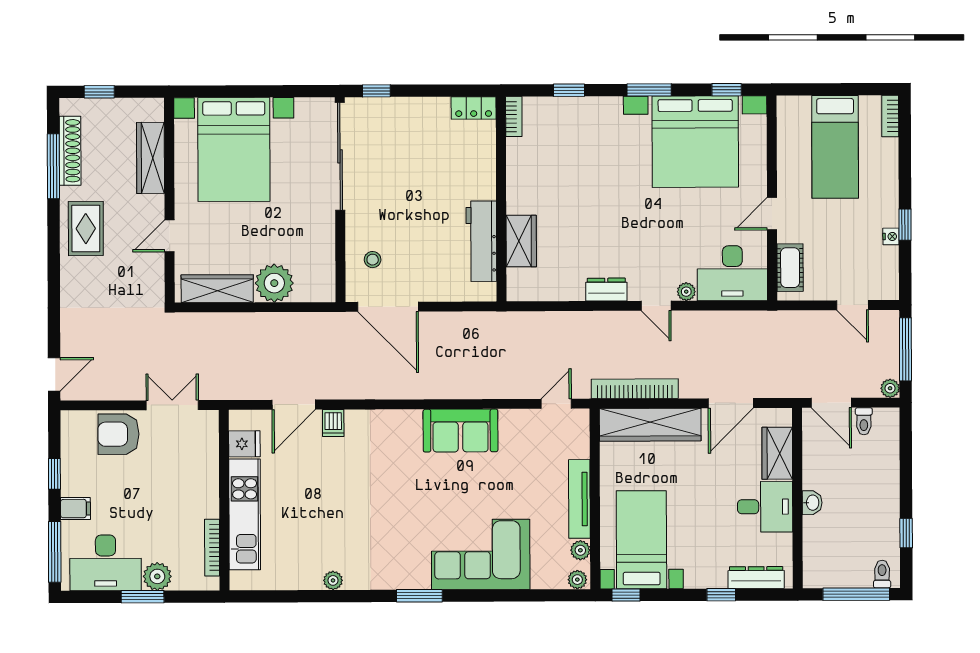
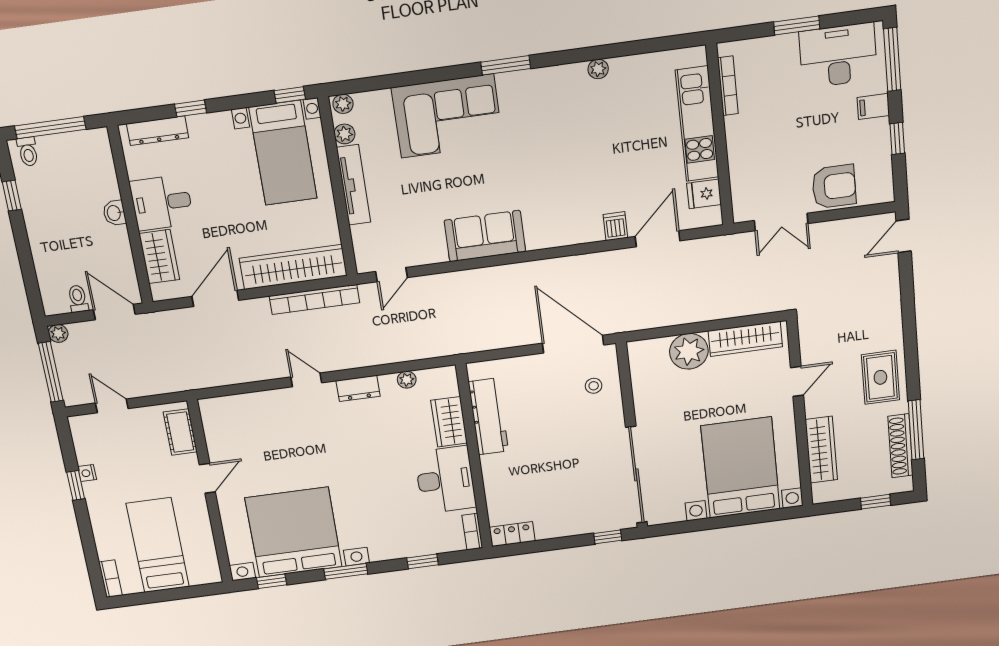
desk: (732, 273) -> (445, 480), moved, turned 90
plant: (686, 292) -> (407, 380), moved
plant: (157, 576) -> (783, 49), removed

